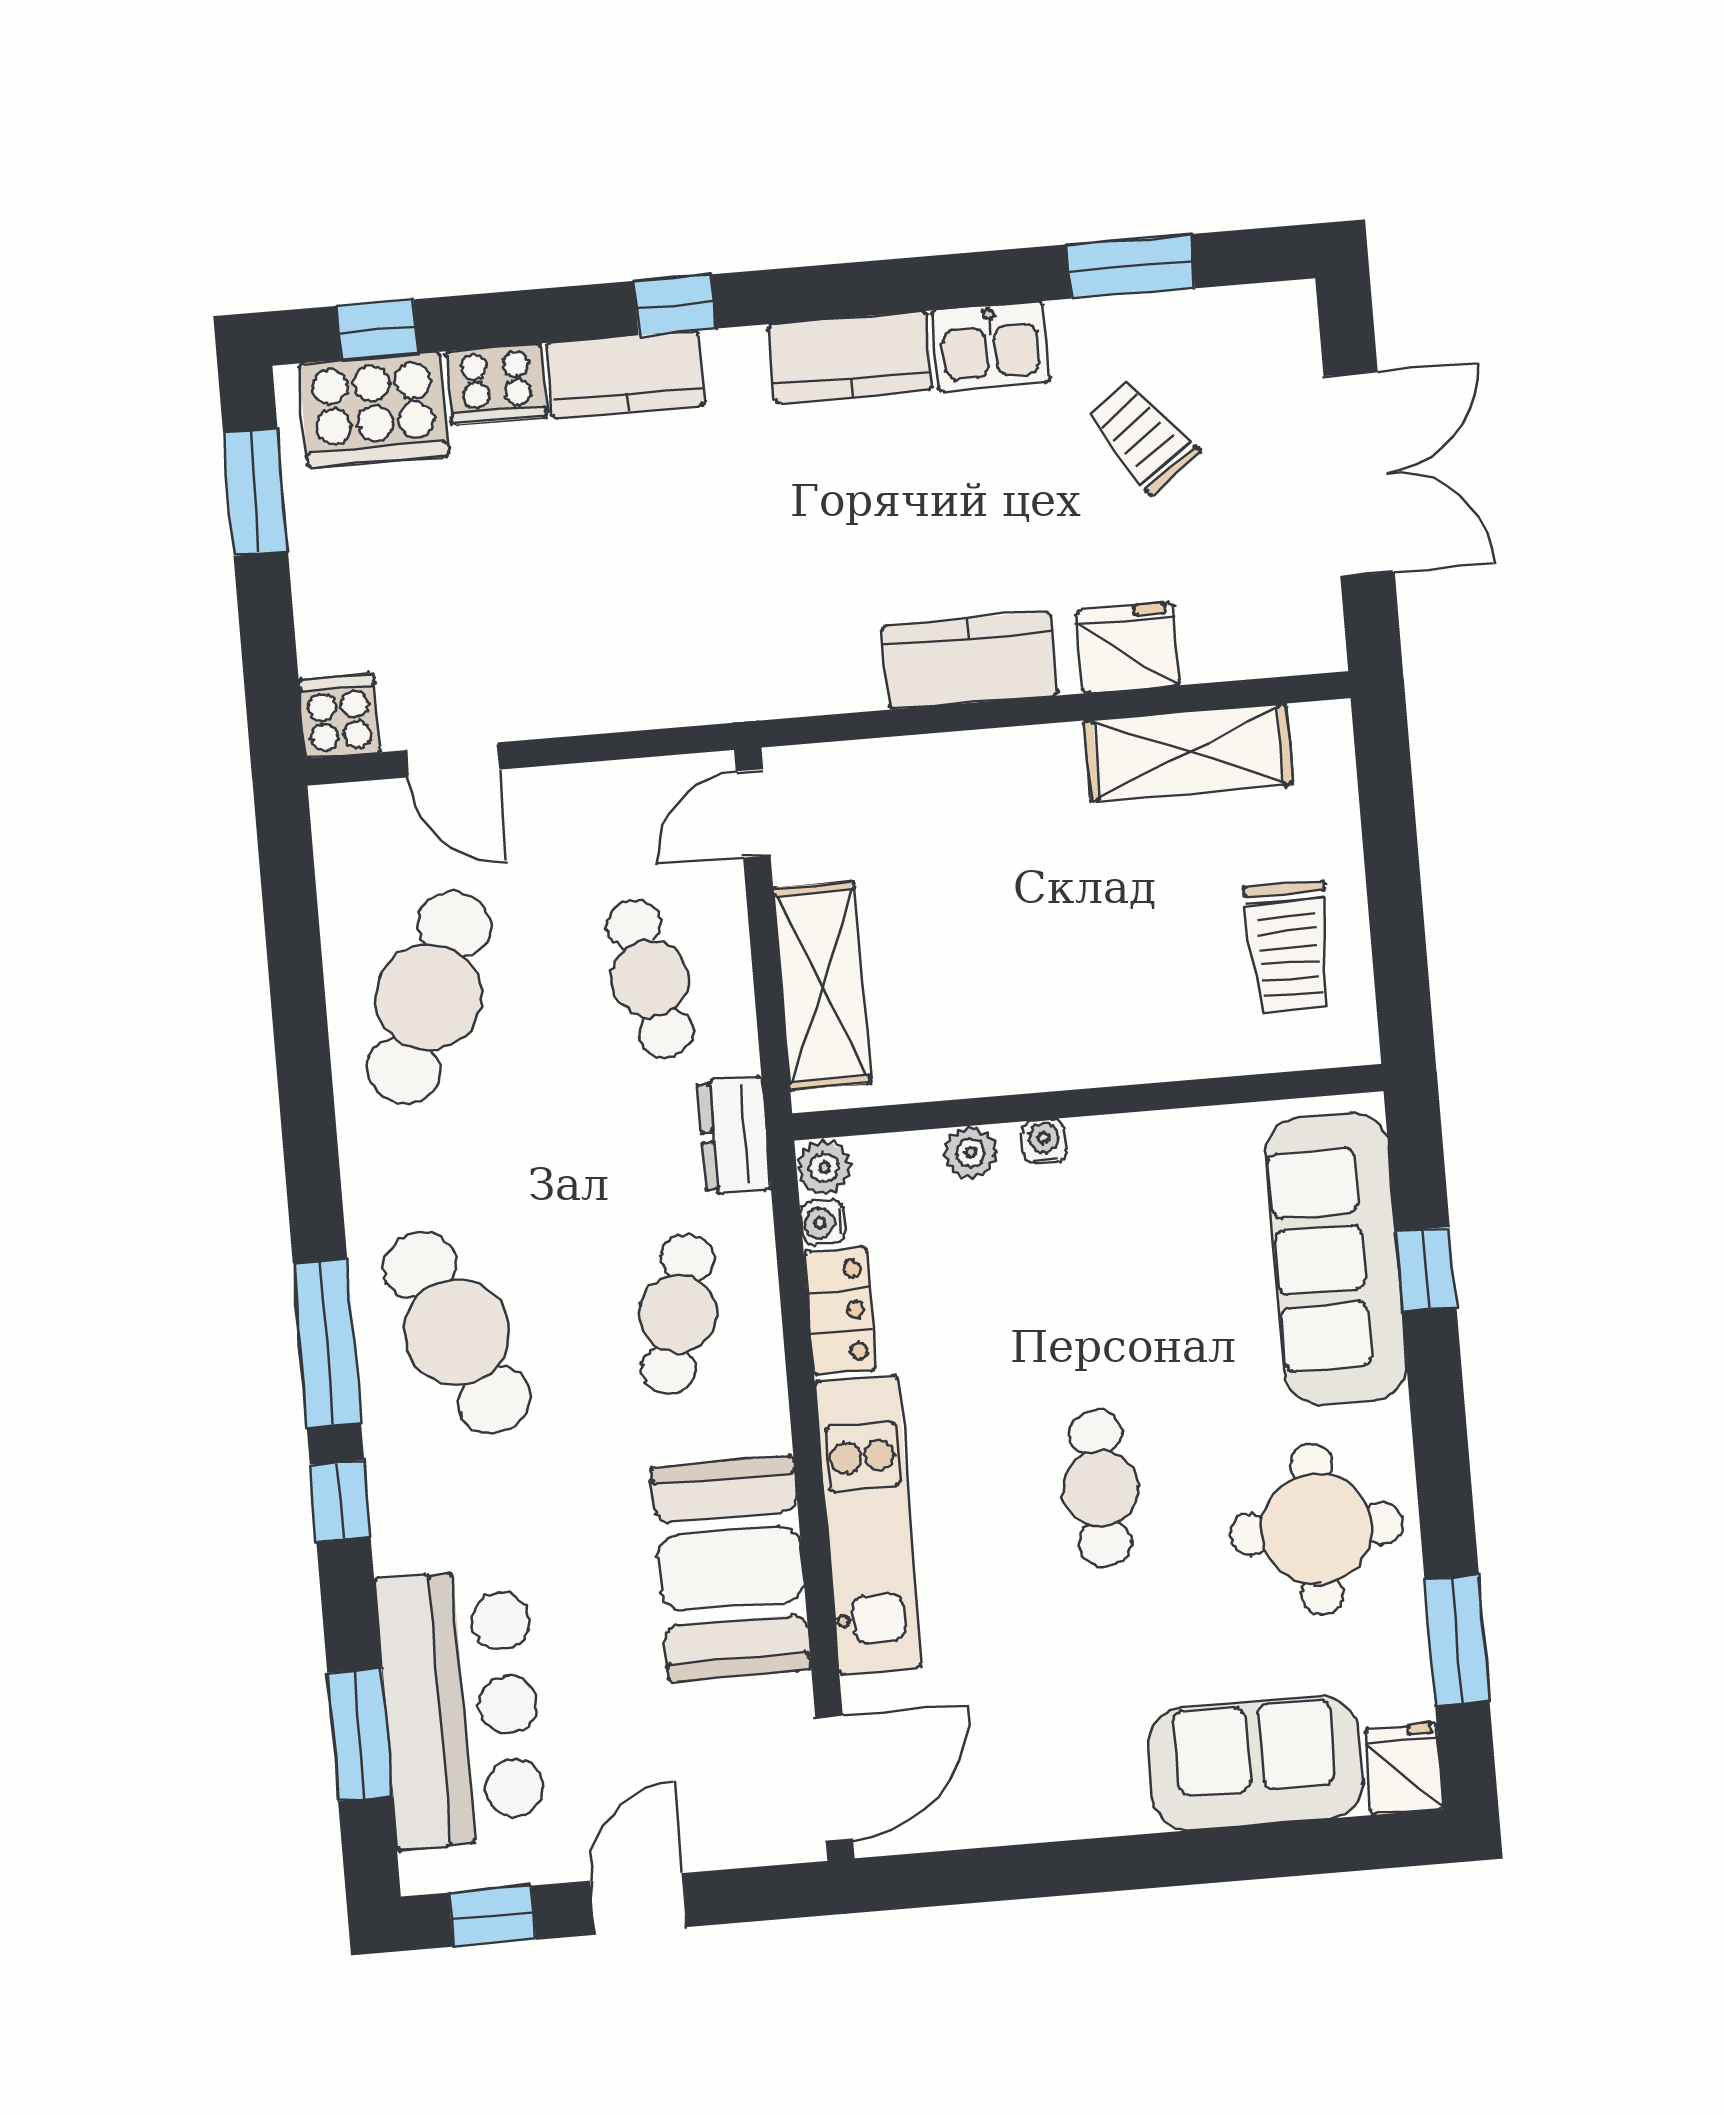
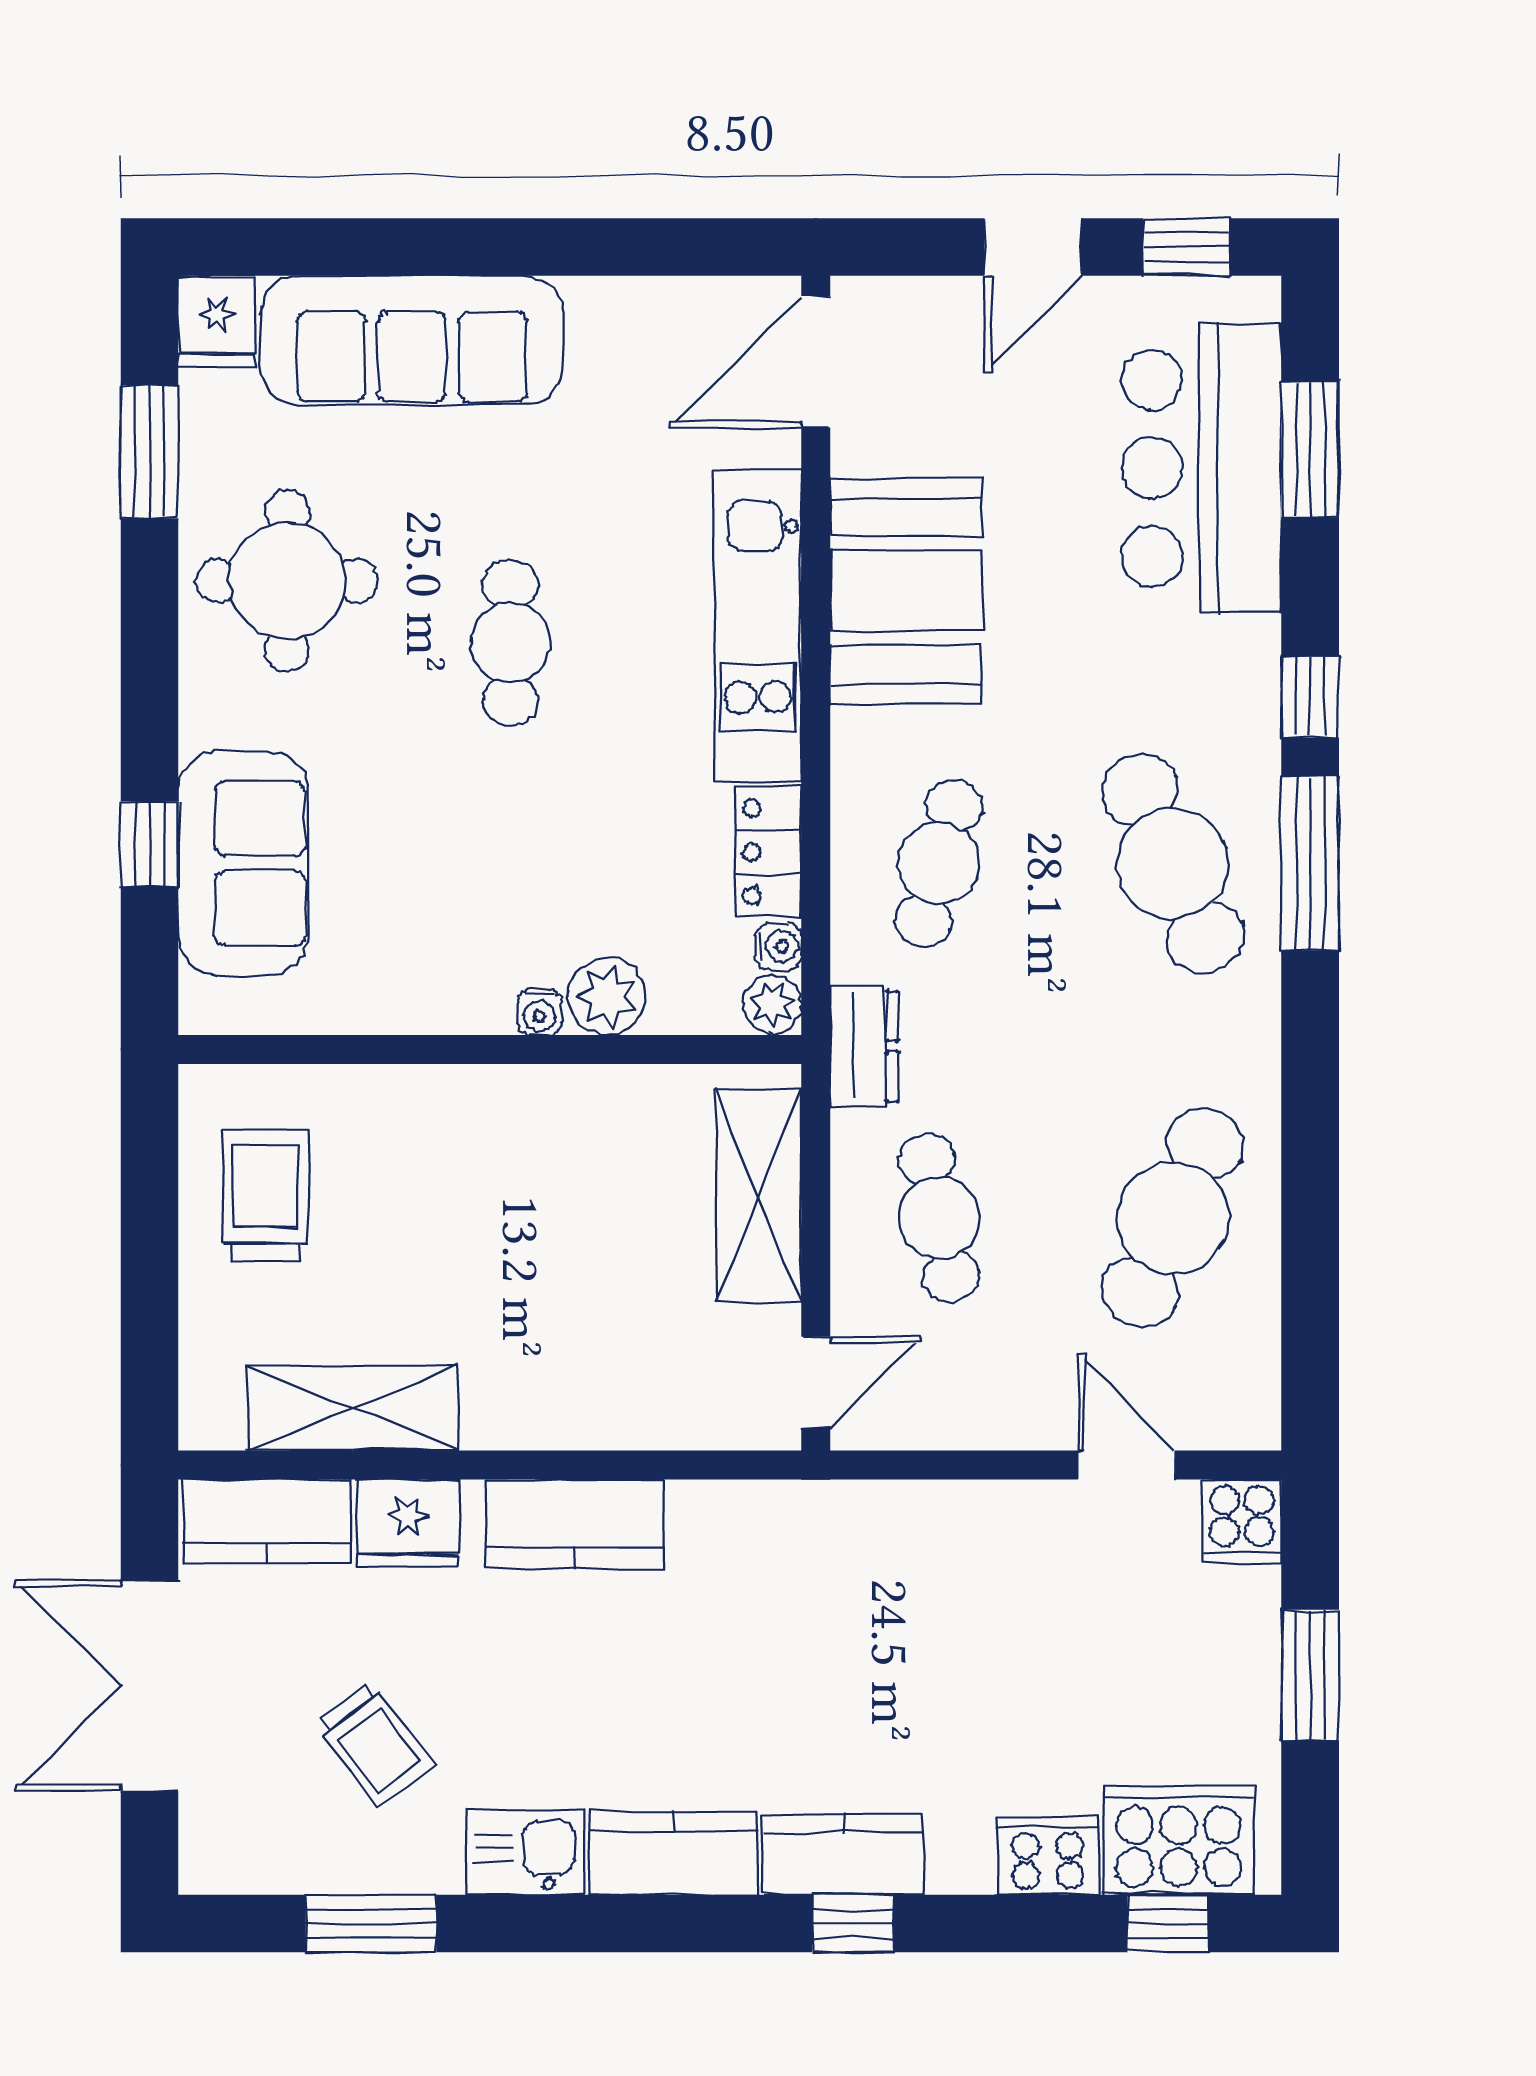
kitchen counter: (625, 374) -> (843, 1855), moved
window: (255, 492) -> (1310, 1675), moved
kitchen counter: (1261, 639) -> (267, 1521), added
plant: (971, 1153) -> (607, 996), width x1.38, depth x1.38
sofa: (1336, 1258) -> (243, 863), width x0.73
sofa: (1255, 1764) -> (412, 340), width x1.36

